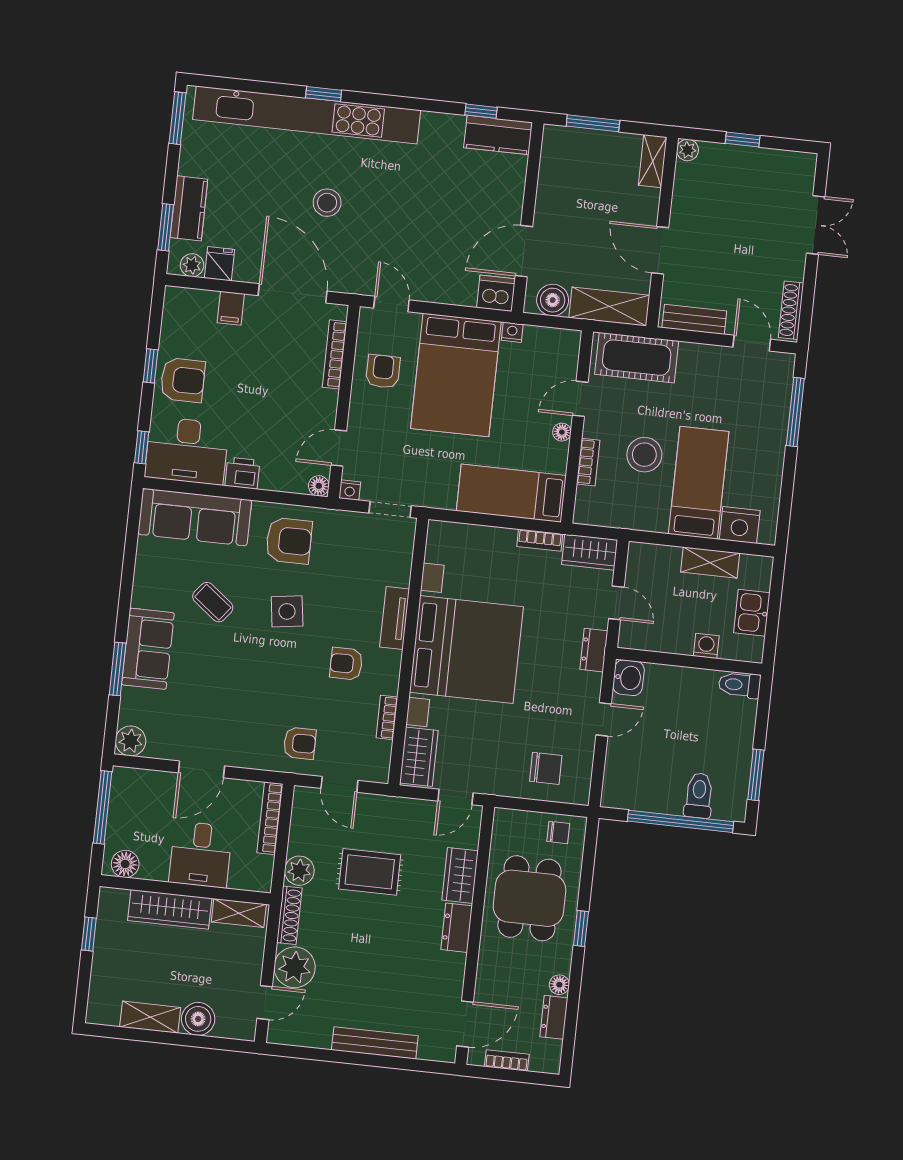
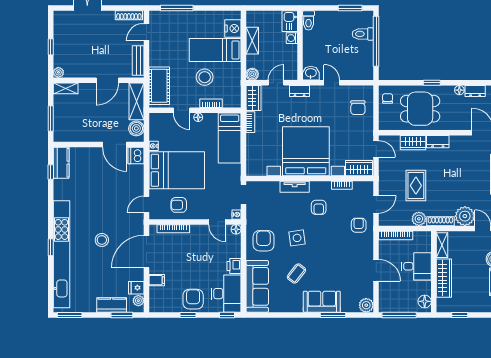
boiler: (640, 555) -> (252, 74), added
kitchen sink: (752, 613) -> (290, 21), moved, turned 90
chair: (546, 768) -> (358, 108), turned 180

